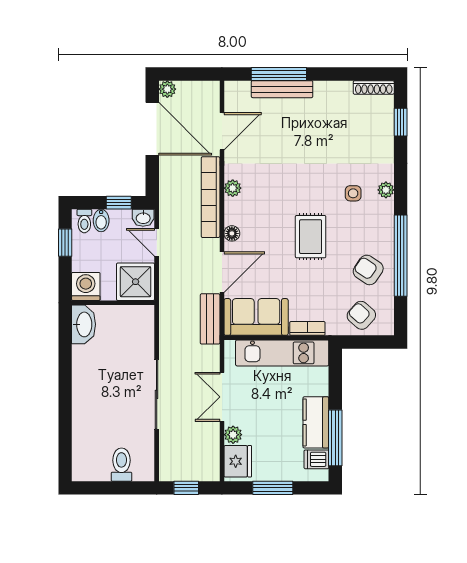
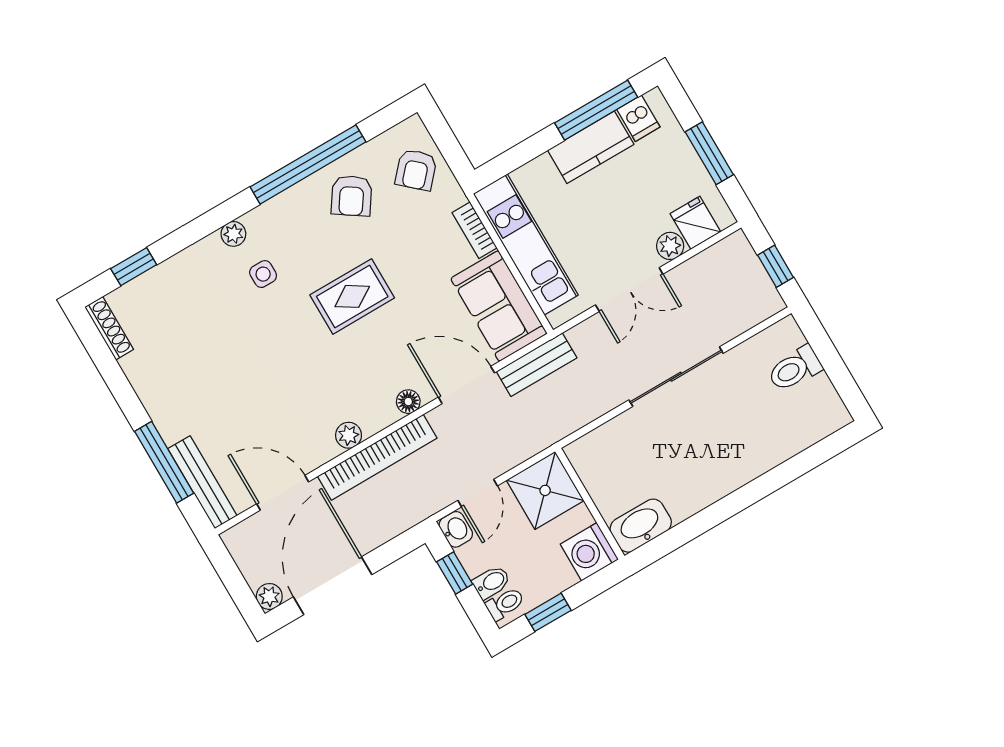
bench: (282, 89) -> (202, 482), moved
fridge: (238, 461) -> (695, 223), width x0.72

